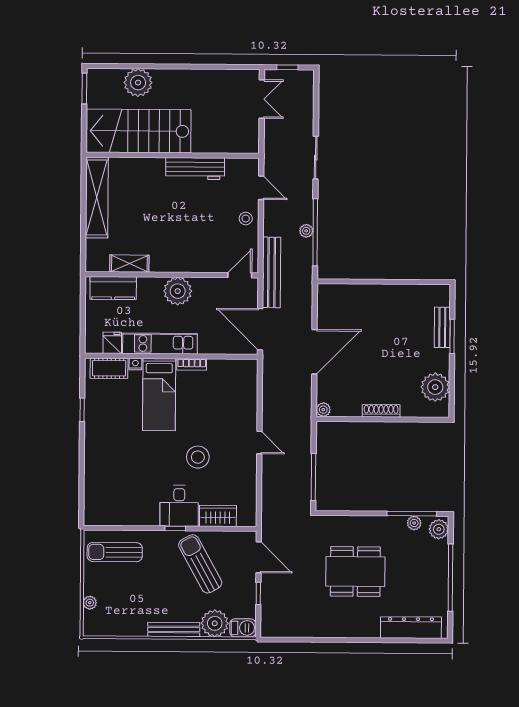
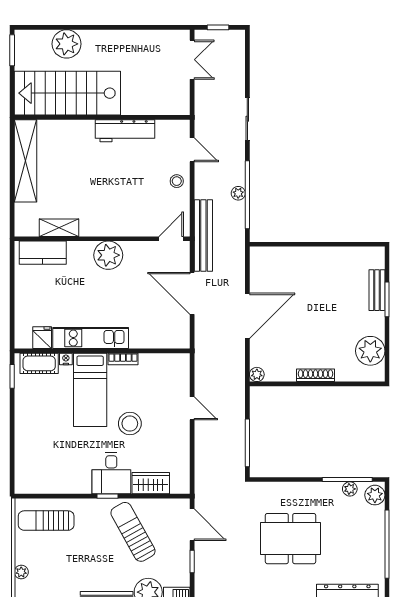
fridge: (112, 343) -> (42, 338), moved
kitchen unit: (160, 344) -> (91, 338), moved
wall: (171, 356) -> (102, 351), moved
nightstand: (135, 364) -> (66, 359), moved
bookcase: (192, 364) -> (123, 359), moved
cot: (109, 368) -> (39, 363), moved
bed: (159, 395) -> (90, 390), moved

